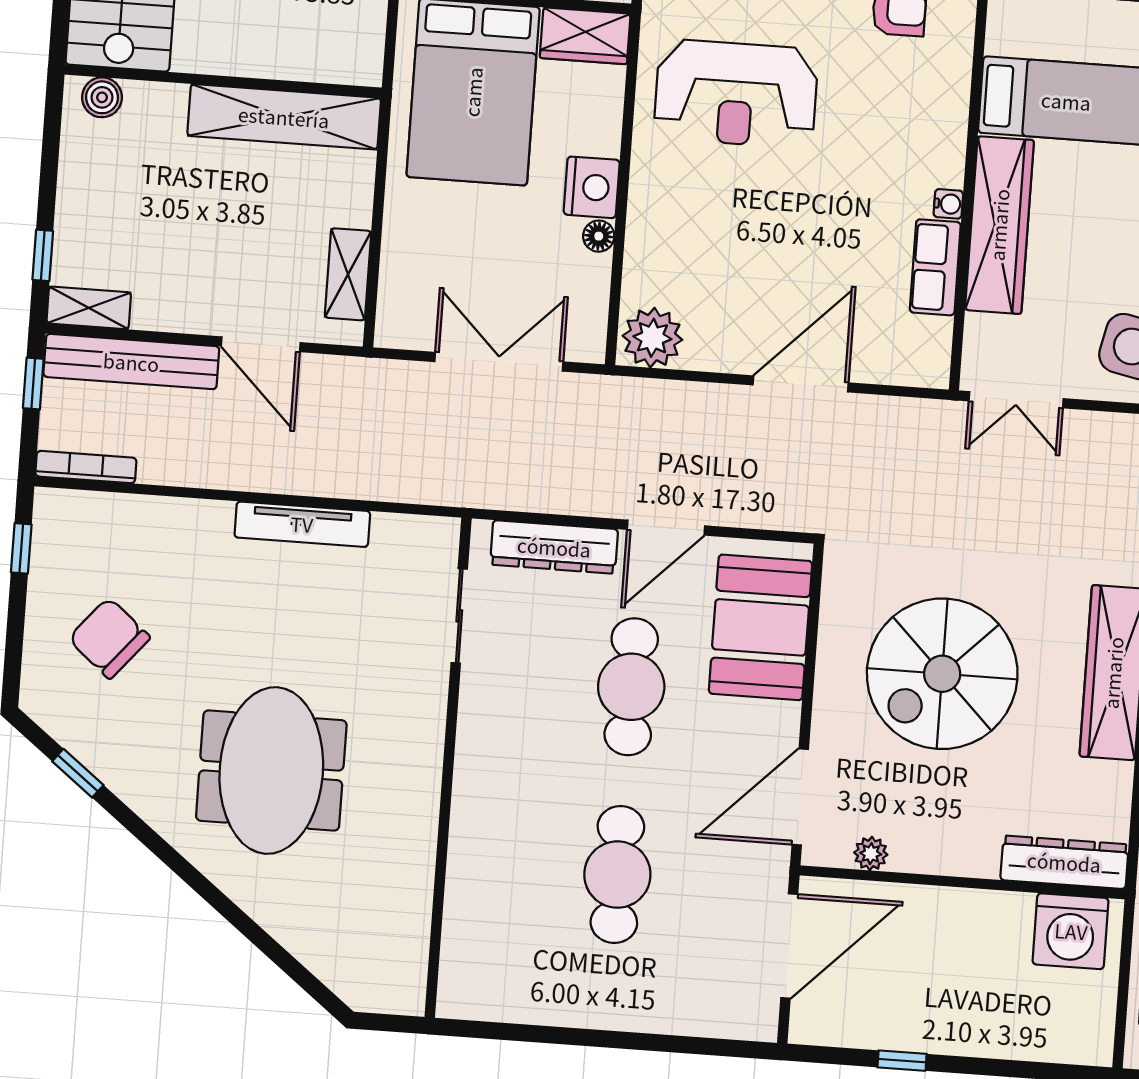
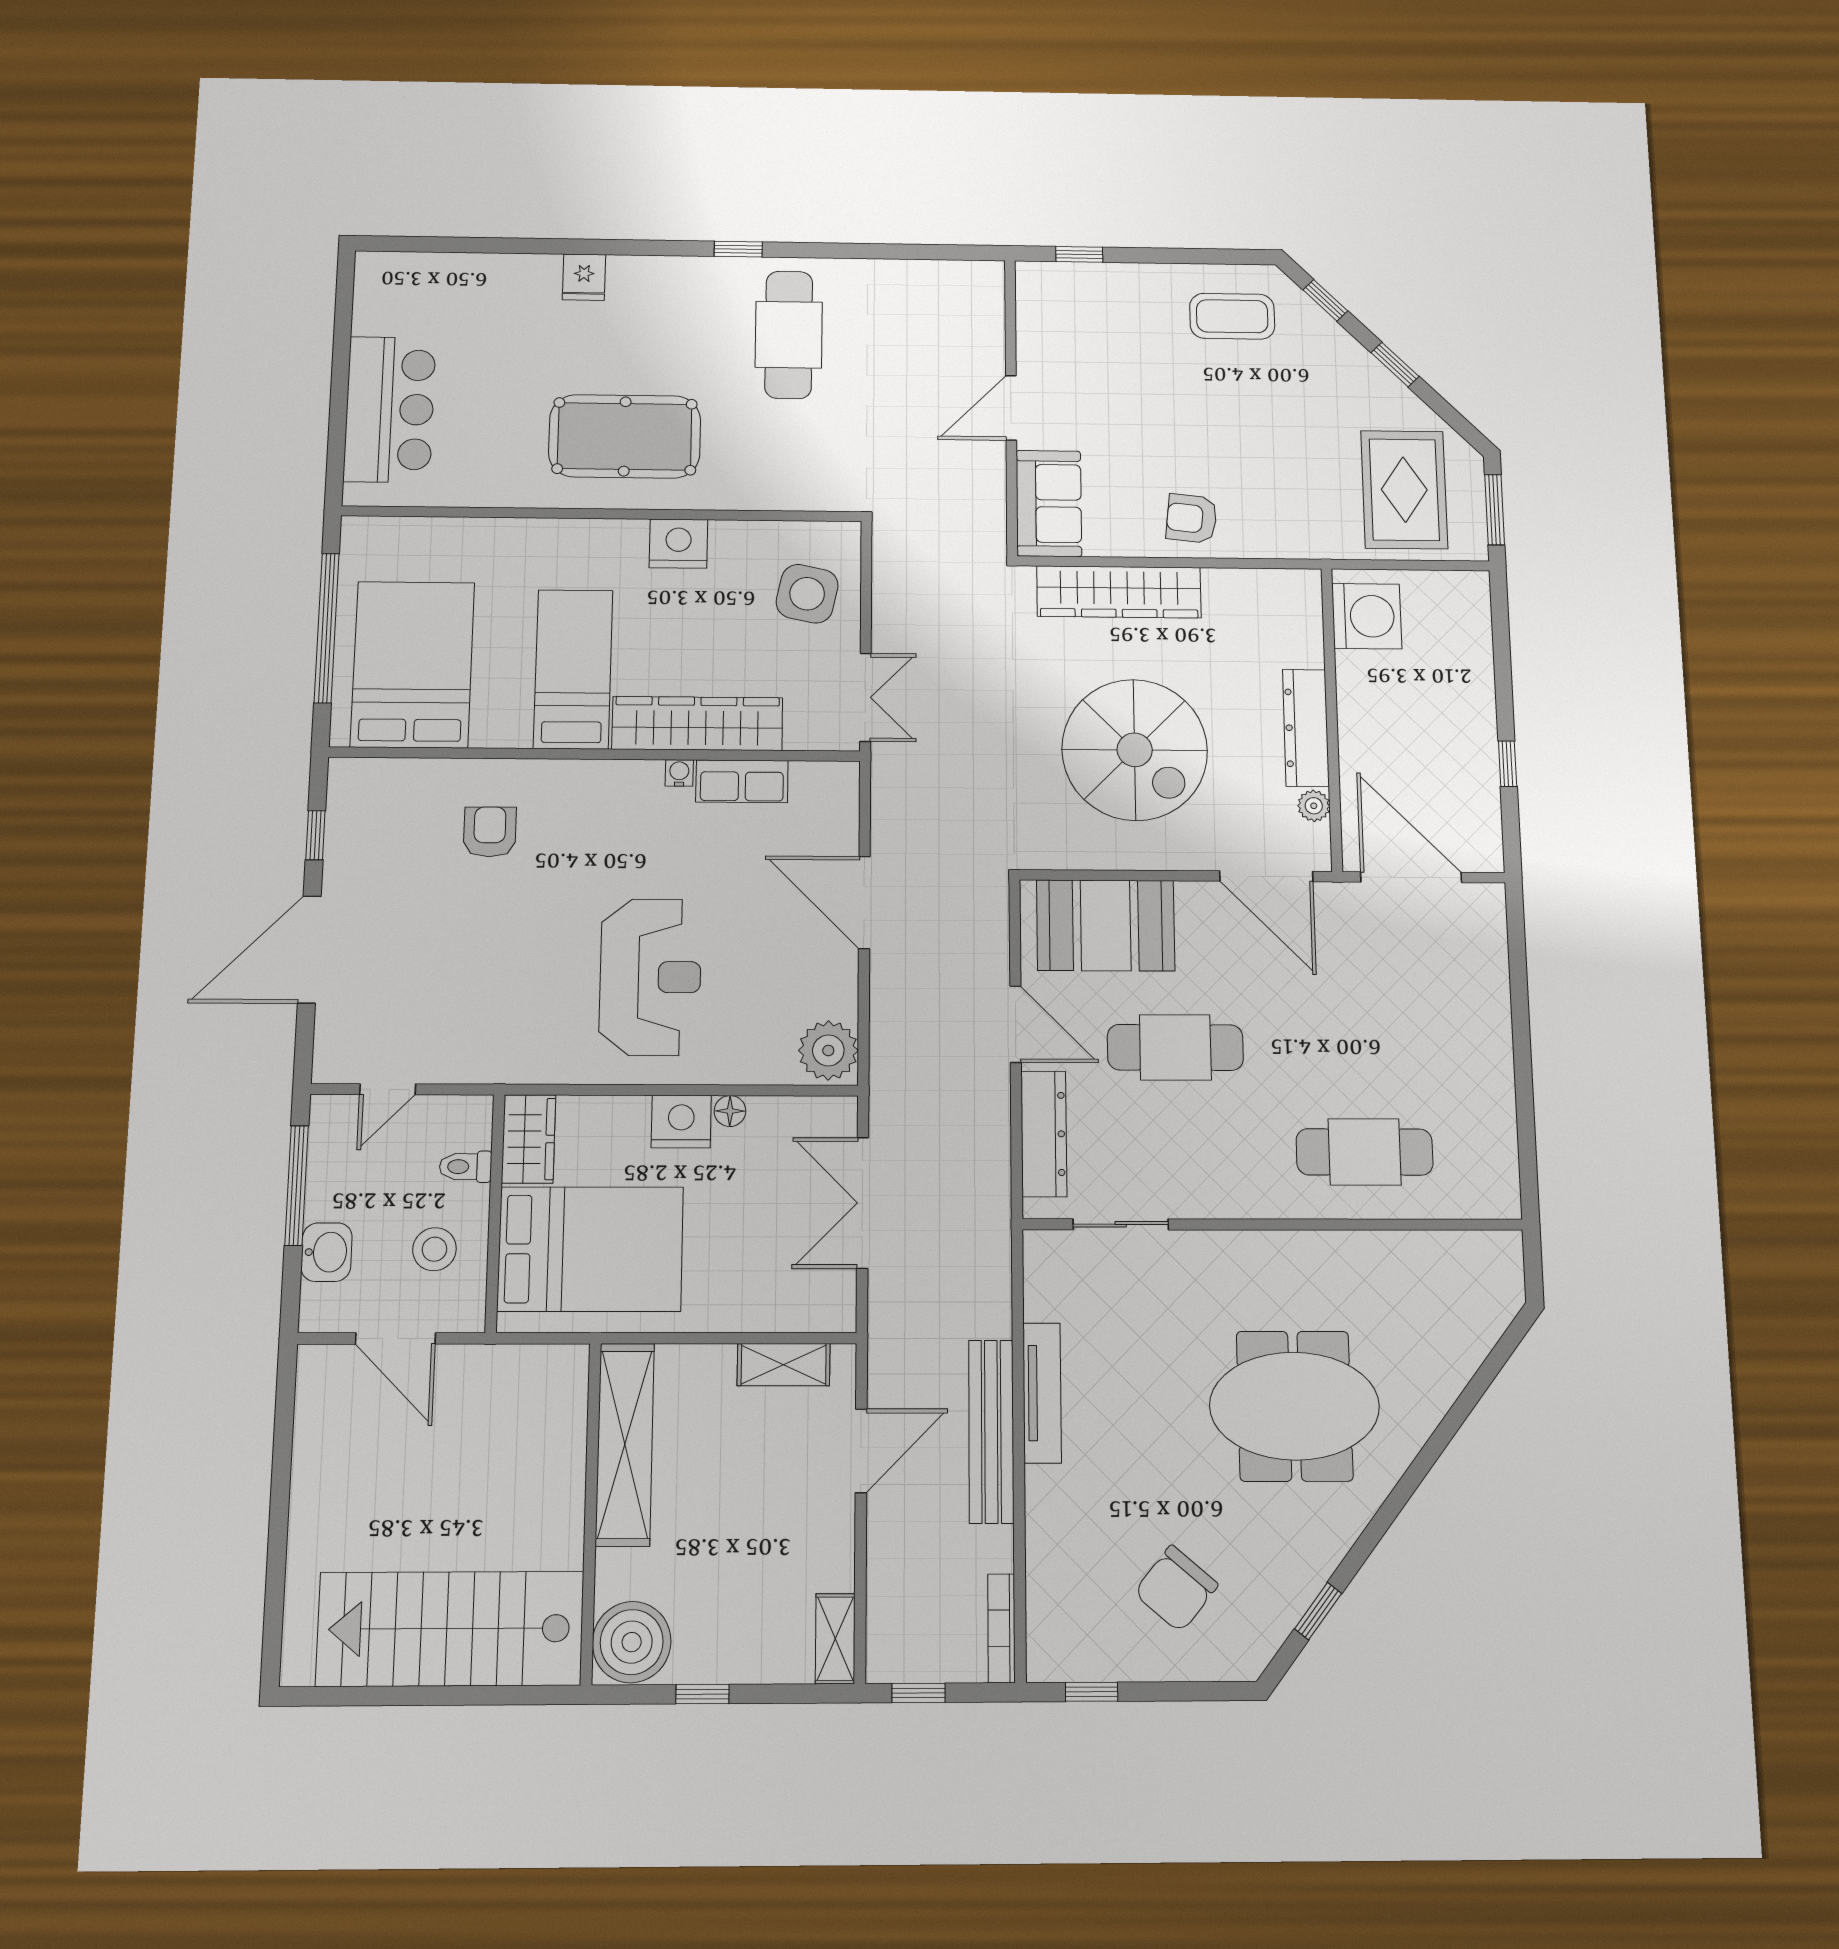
reception desk: (736, 94) -> (650, 977), moved
boiler: (102, 97) -> (632, 1642), width x1.86, depth x1.86
window: (43, 255) -> (702, 1694), moved
bench: (131, 362) -> (991, 1431), moved
dresser: (1064, 862) -> (1306, 728), moved
cafe table: (617, 875) -> (1365, 1152), moved

